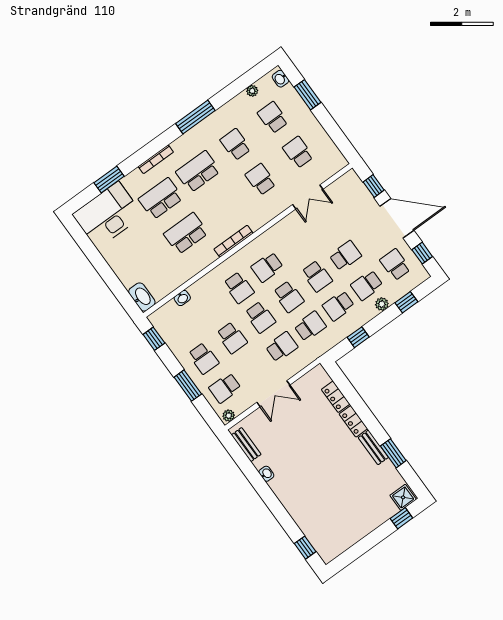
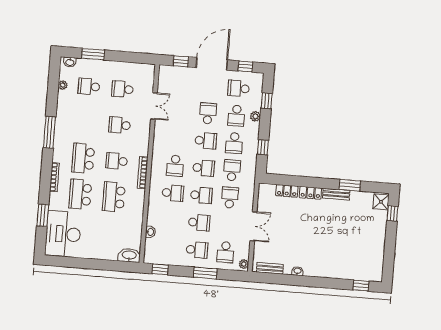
school desk: (235, 145) -> (117, 161), moved

